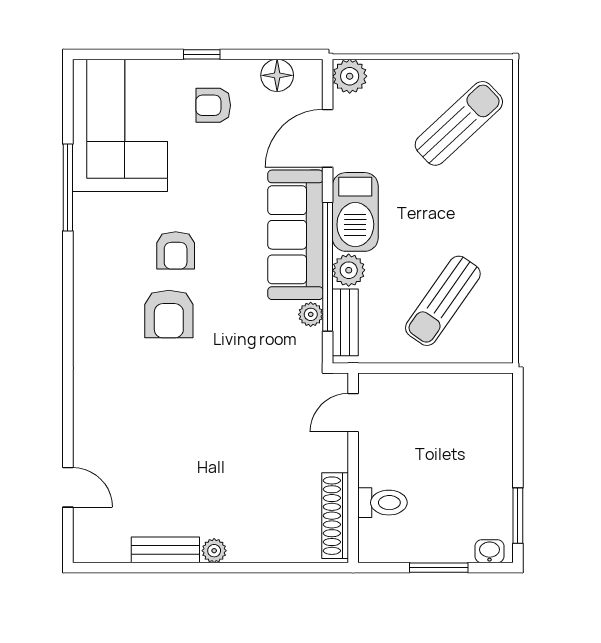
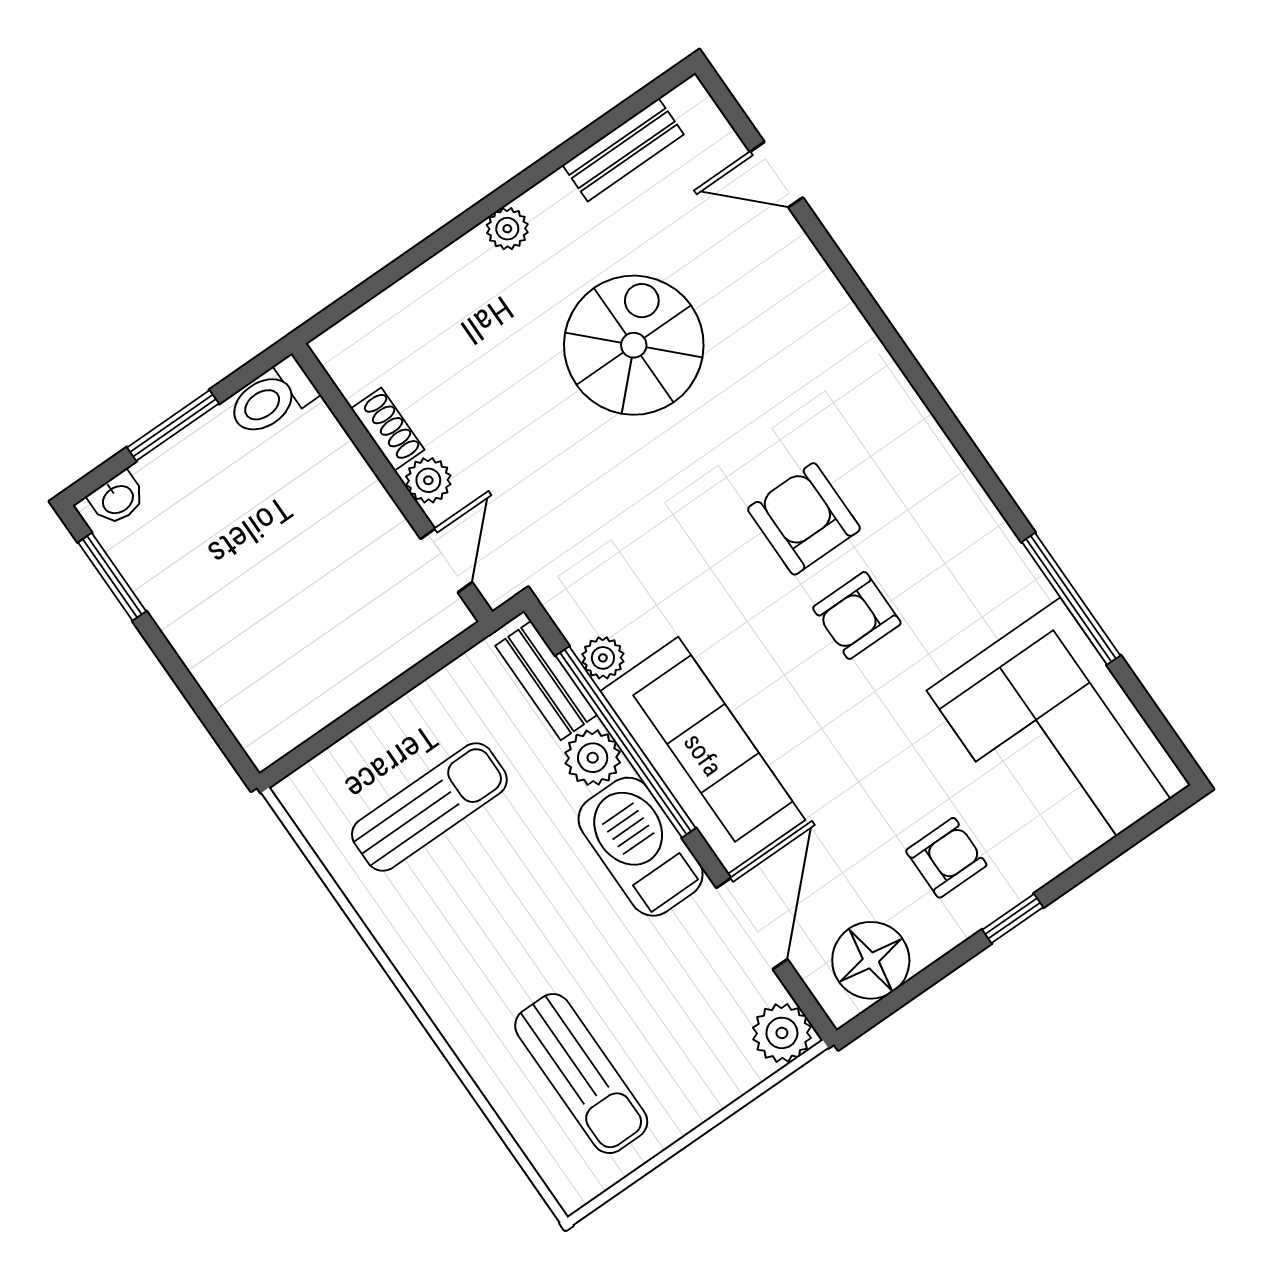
floor lamp: (277, 75) -> (871, 960), width x1.38, depth x1.38
sun lounger: (459, 123) -> (581, 1074), turned -47
armchair: (176, 250) -> (857, 615), turned -90
sun lounger: (443, 301) -> (429, 807), turned 55
spiral stairs: (192, 453) -> (634, 345), added
plant: (335, 457) -> (428, 480), added
toilet: (382, 503) -> (272, 398), moved
shoe rack: (335, 516) -> (388, 429), width x0.51, depth x0.81
bench: (165, 550) -> (623, 150), moved

